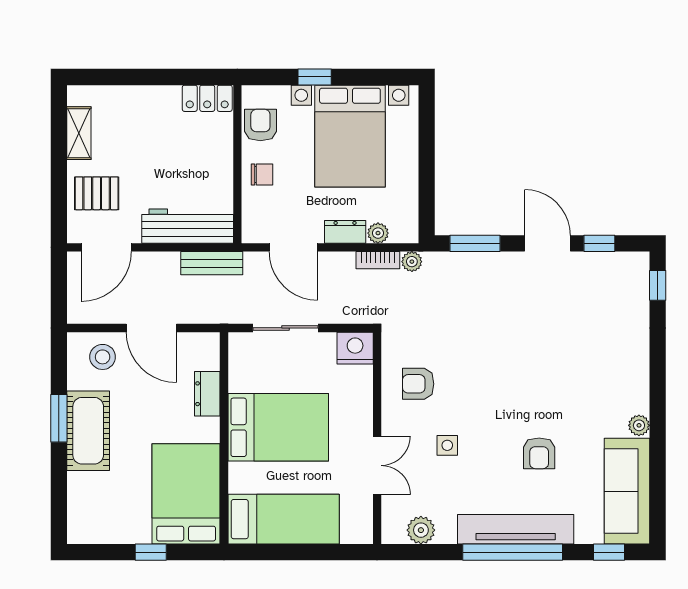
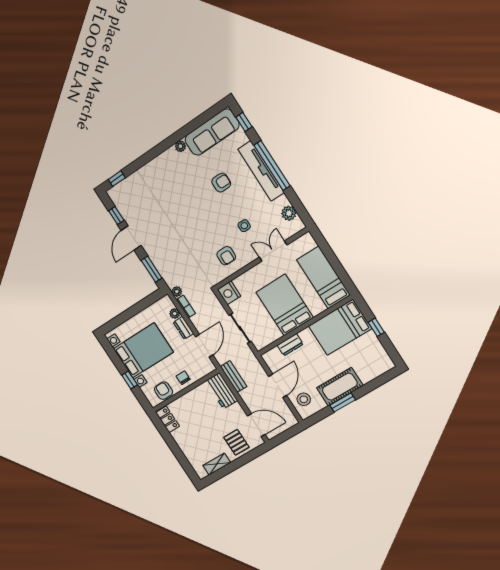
armchair: (260, 125) -> (164, 391), turned 90
workbench: (188, 226) -> (221, 391), width x0.73

